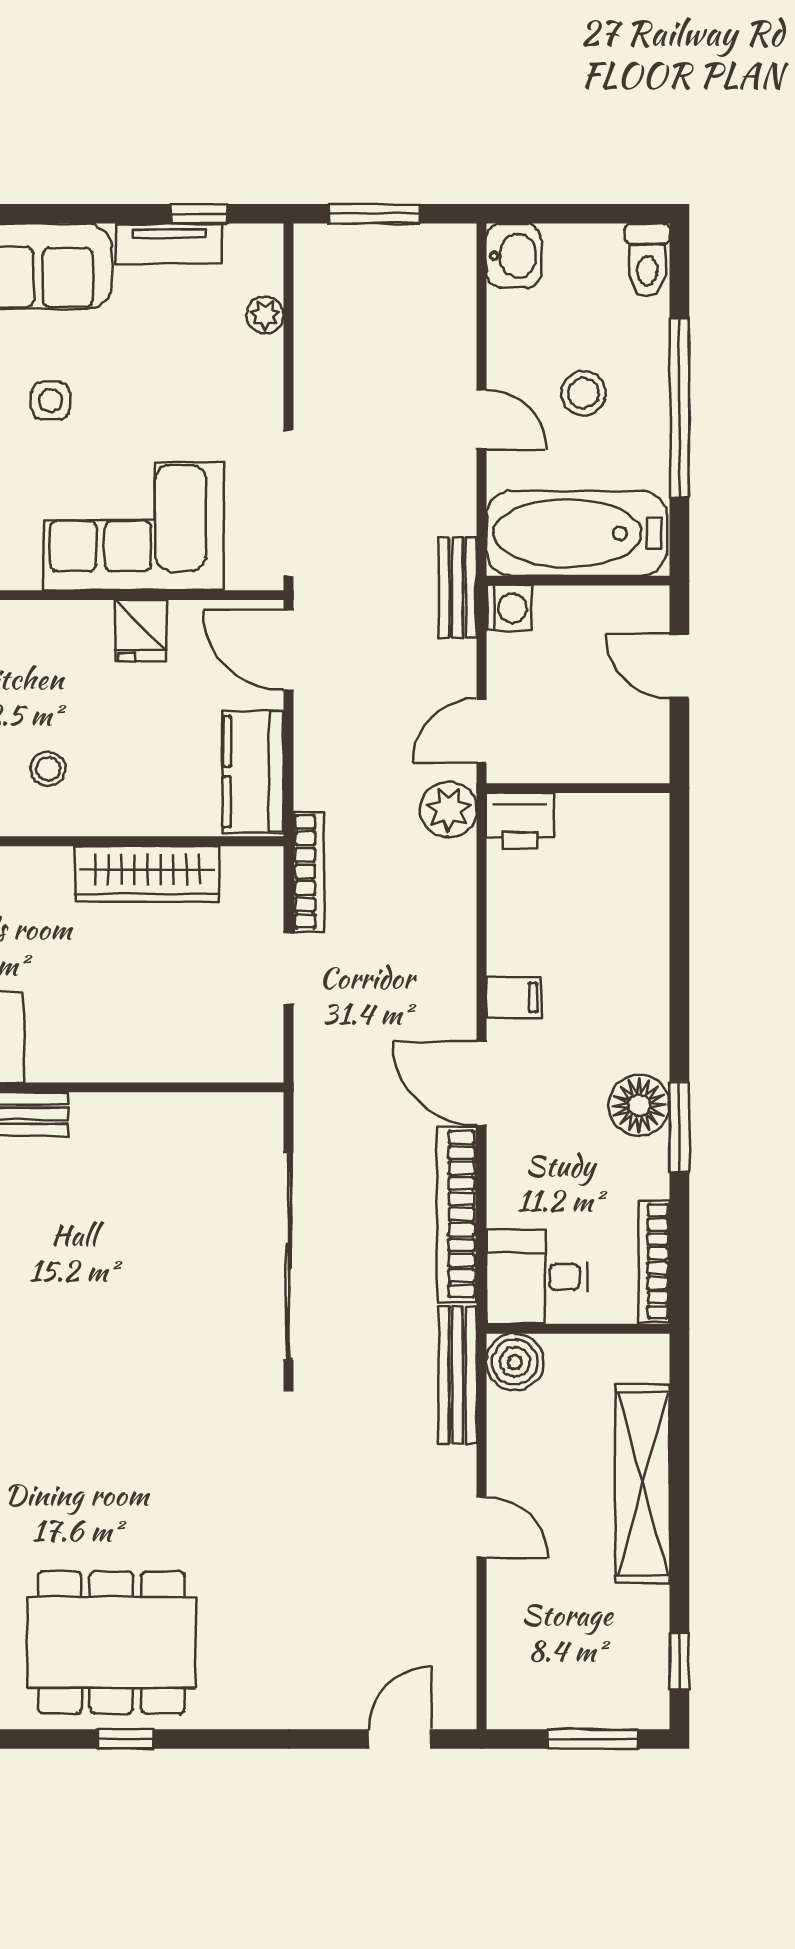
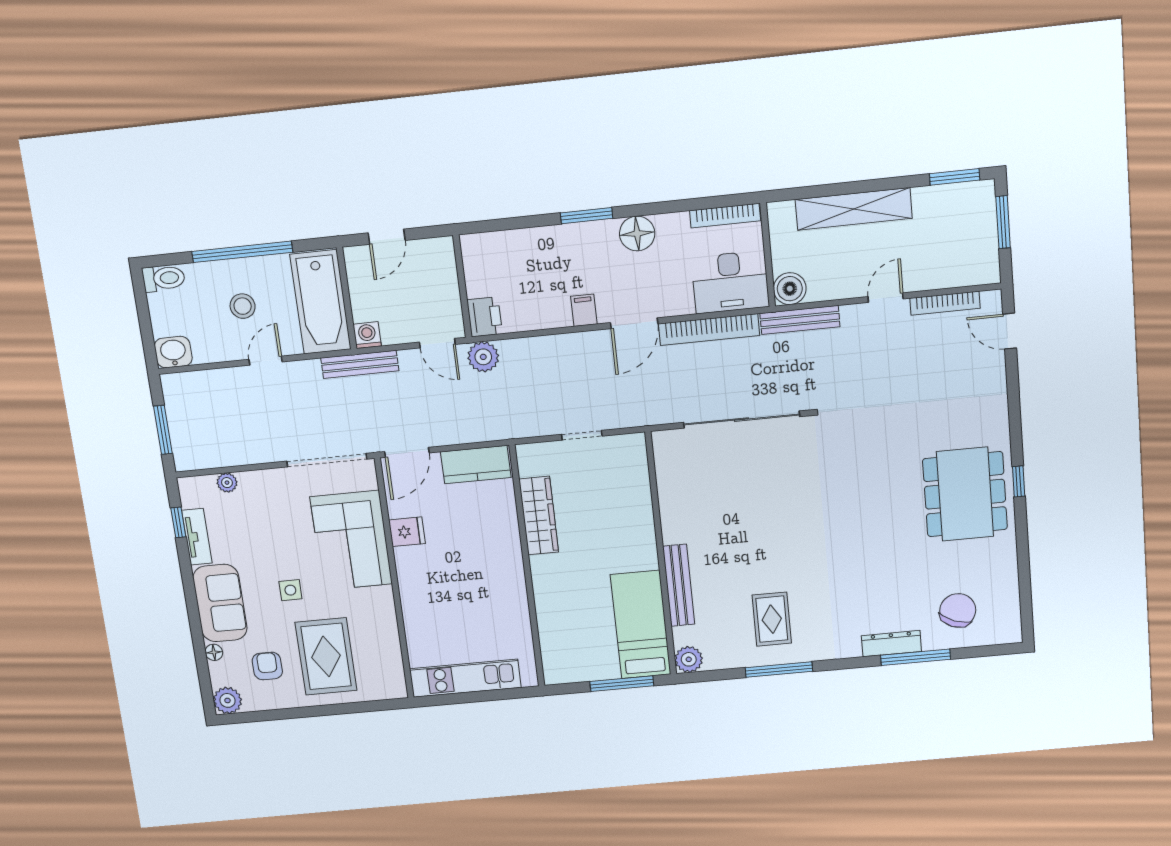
bench: (458, 587) -> (360, 364), width x1.36
stool: (48, 769) -> (488, 573), removed
bookcase: (309, 872) -> (945, 303), moved, turned 180
window: (679, 1127) -> (587, 216), moved
desk: (537, 1277) -> (730, 282), width x1.37
window: (679, 1661) -> (955, 177), width x1.50

